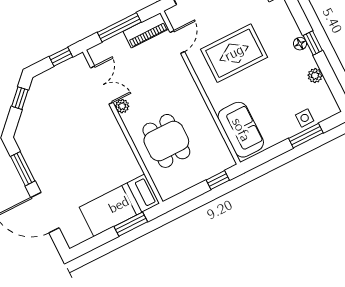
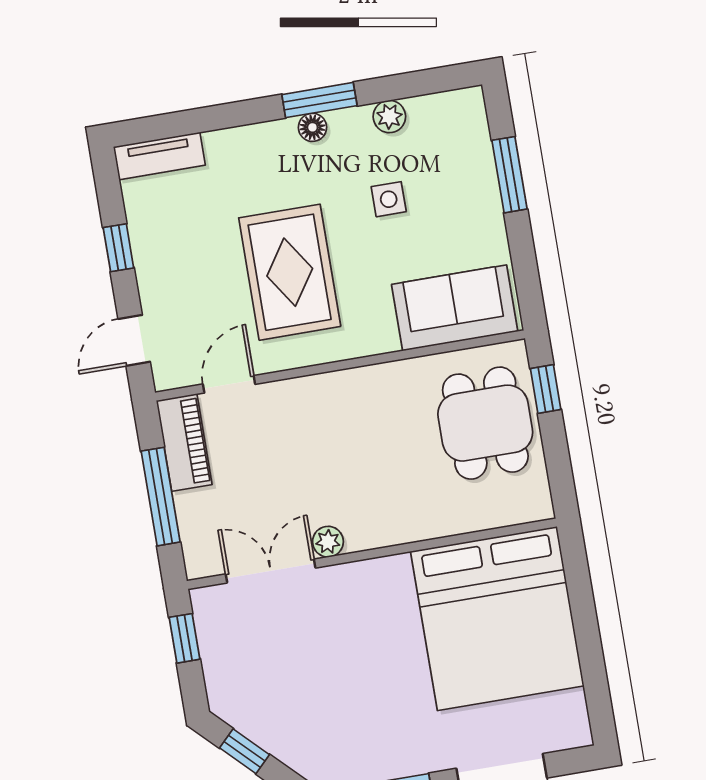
door: (177, 42) -> (229, 384), hinge flipped
window: (313, 43) -> (319, 100), width x1.50
side table: (305, 118) -> (389, 199), moved
dining table: (166, 141) -> (485, 423), moved, turned 90
bed: (119, 205) -> (497, 619), width x2.04
window: (131, 224) -> (581, 600), removed

